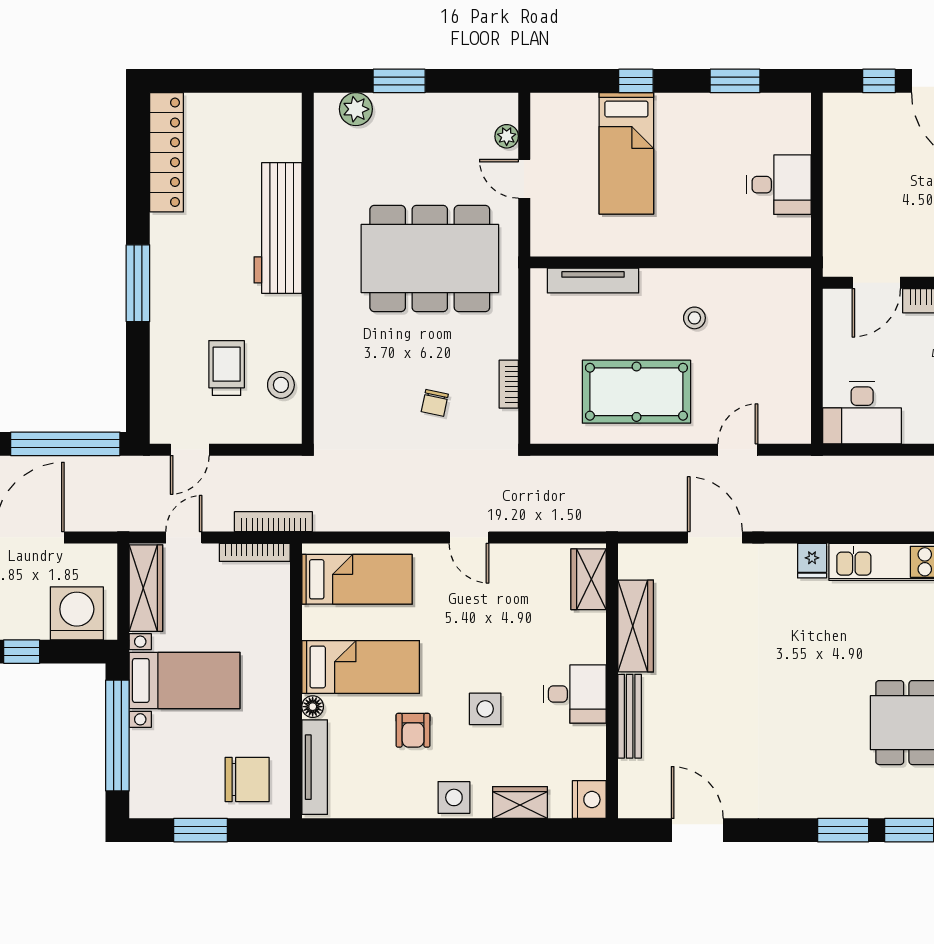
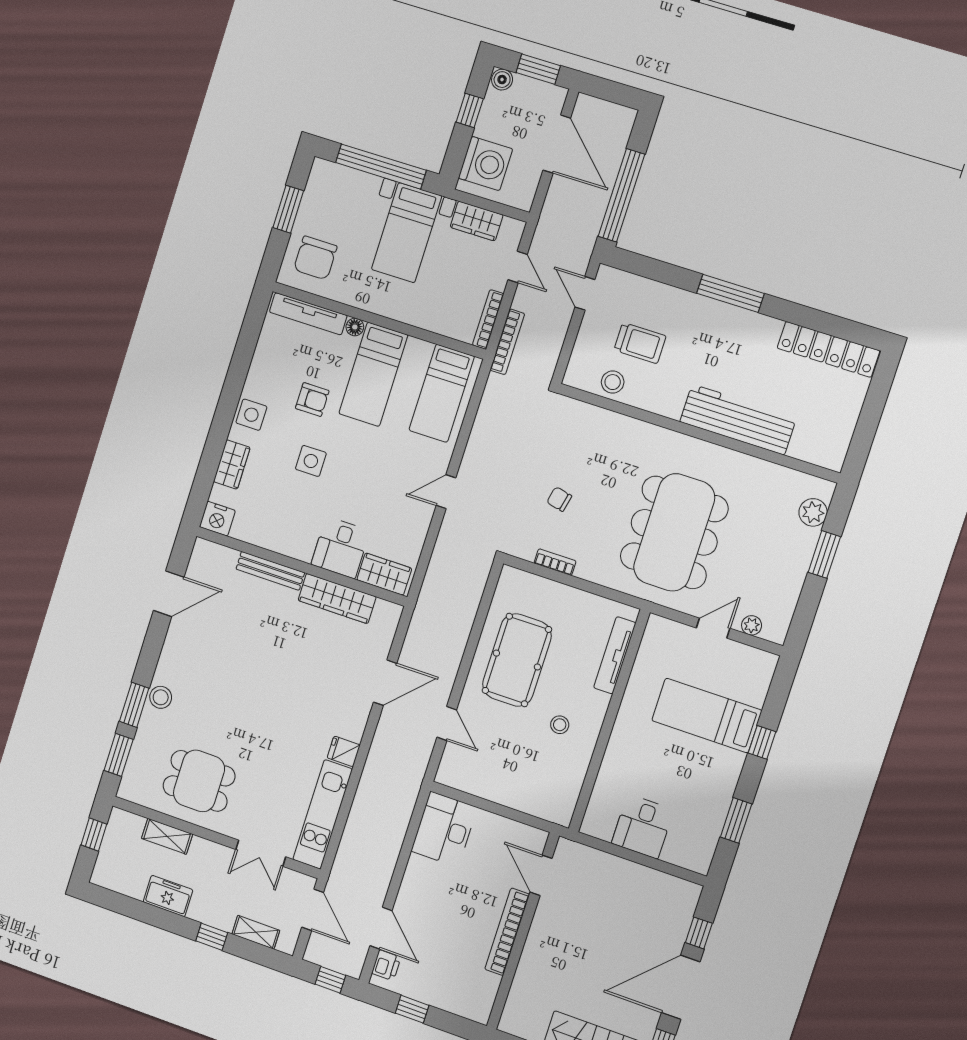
wardrobe: (146, 588) -> (477, 221), width x0.67
desk: (575, 694) -> (340, 548), moved
armchair: (413, 730) -> (312, 400), turned 180
stool: (823, 801) -> (161, 697), added

